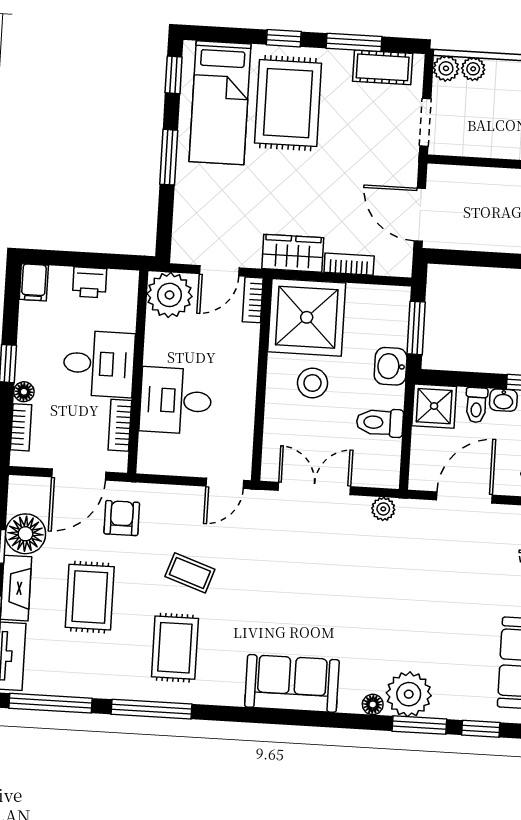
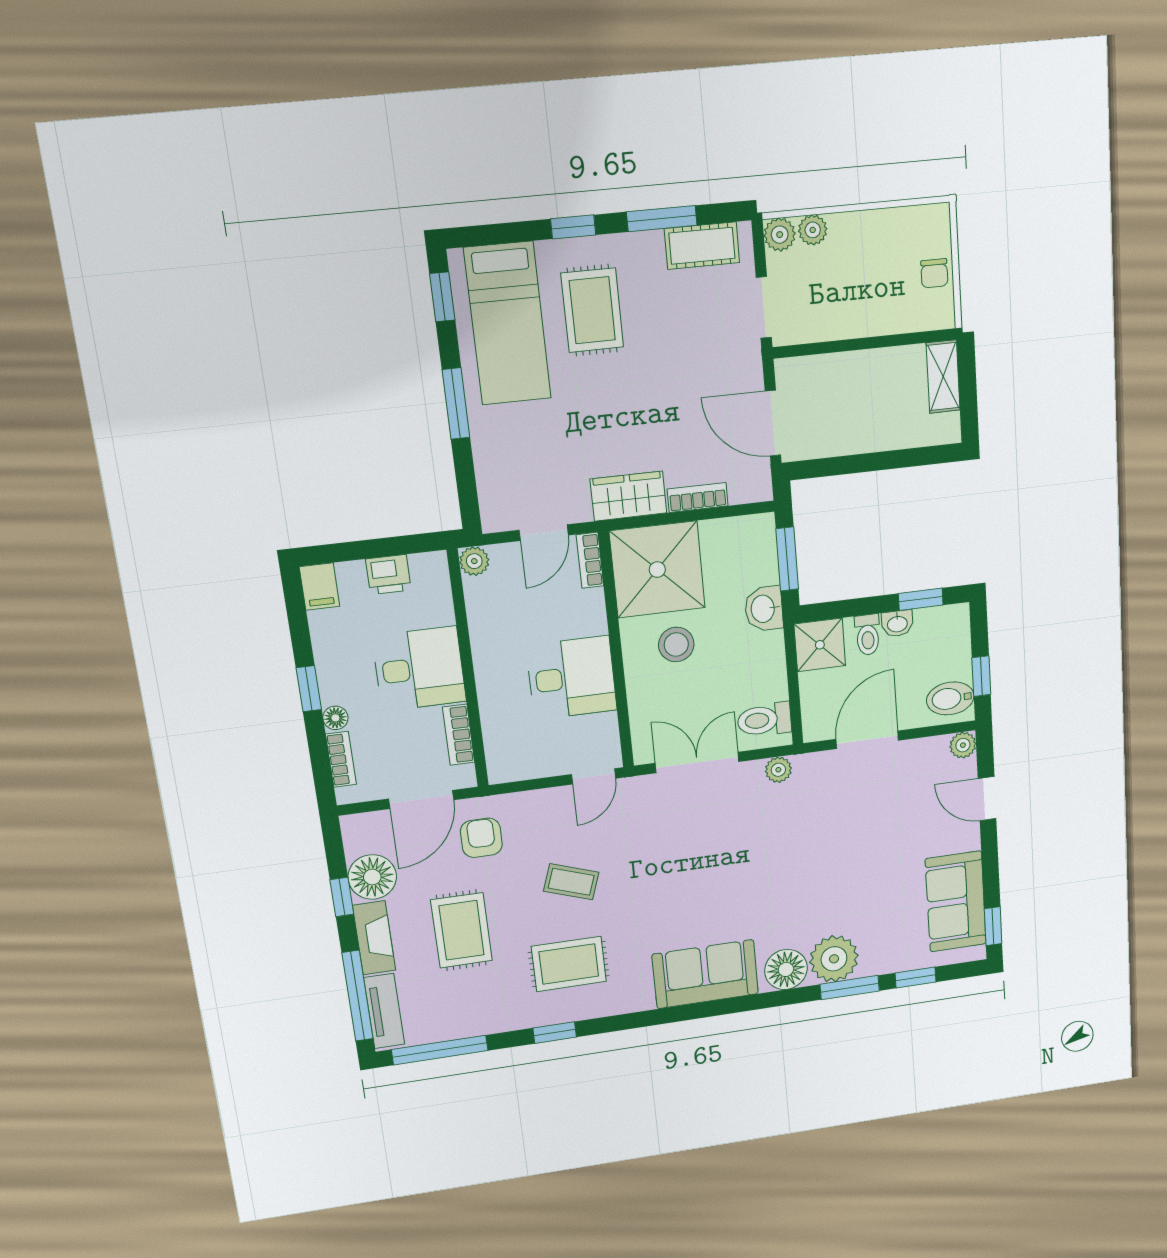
rug: (288, 103) -> (592, 310), width x0.73, depth x0.70
plant: (169, 295) -> (474, 561), width x0.53, depth x0.53
desk: (176, 401) -> (572, 678), moved, turned 180
toilet: (380, 423) -> (764, 720), moved
rug: (175, 648) -> (569, 964), turned 90
floor lamp: (373, 704) -> (786, 969), width x1.89, depth x1.89
window: (151, 709) -> (555, 1033), width x0.46

